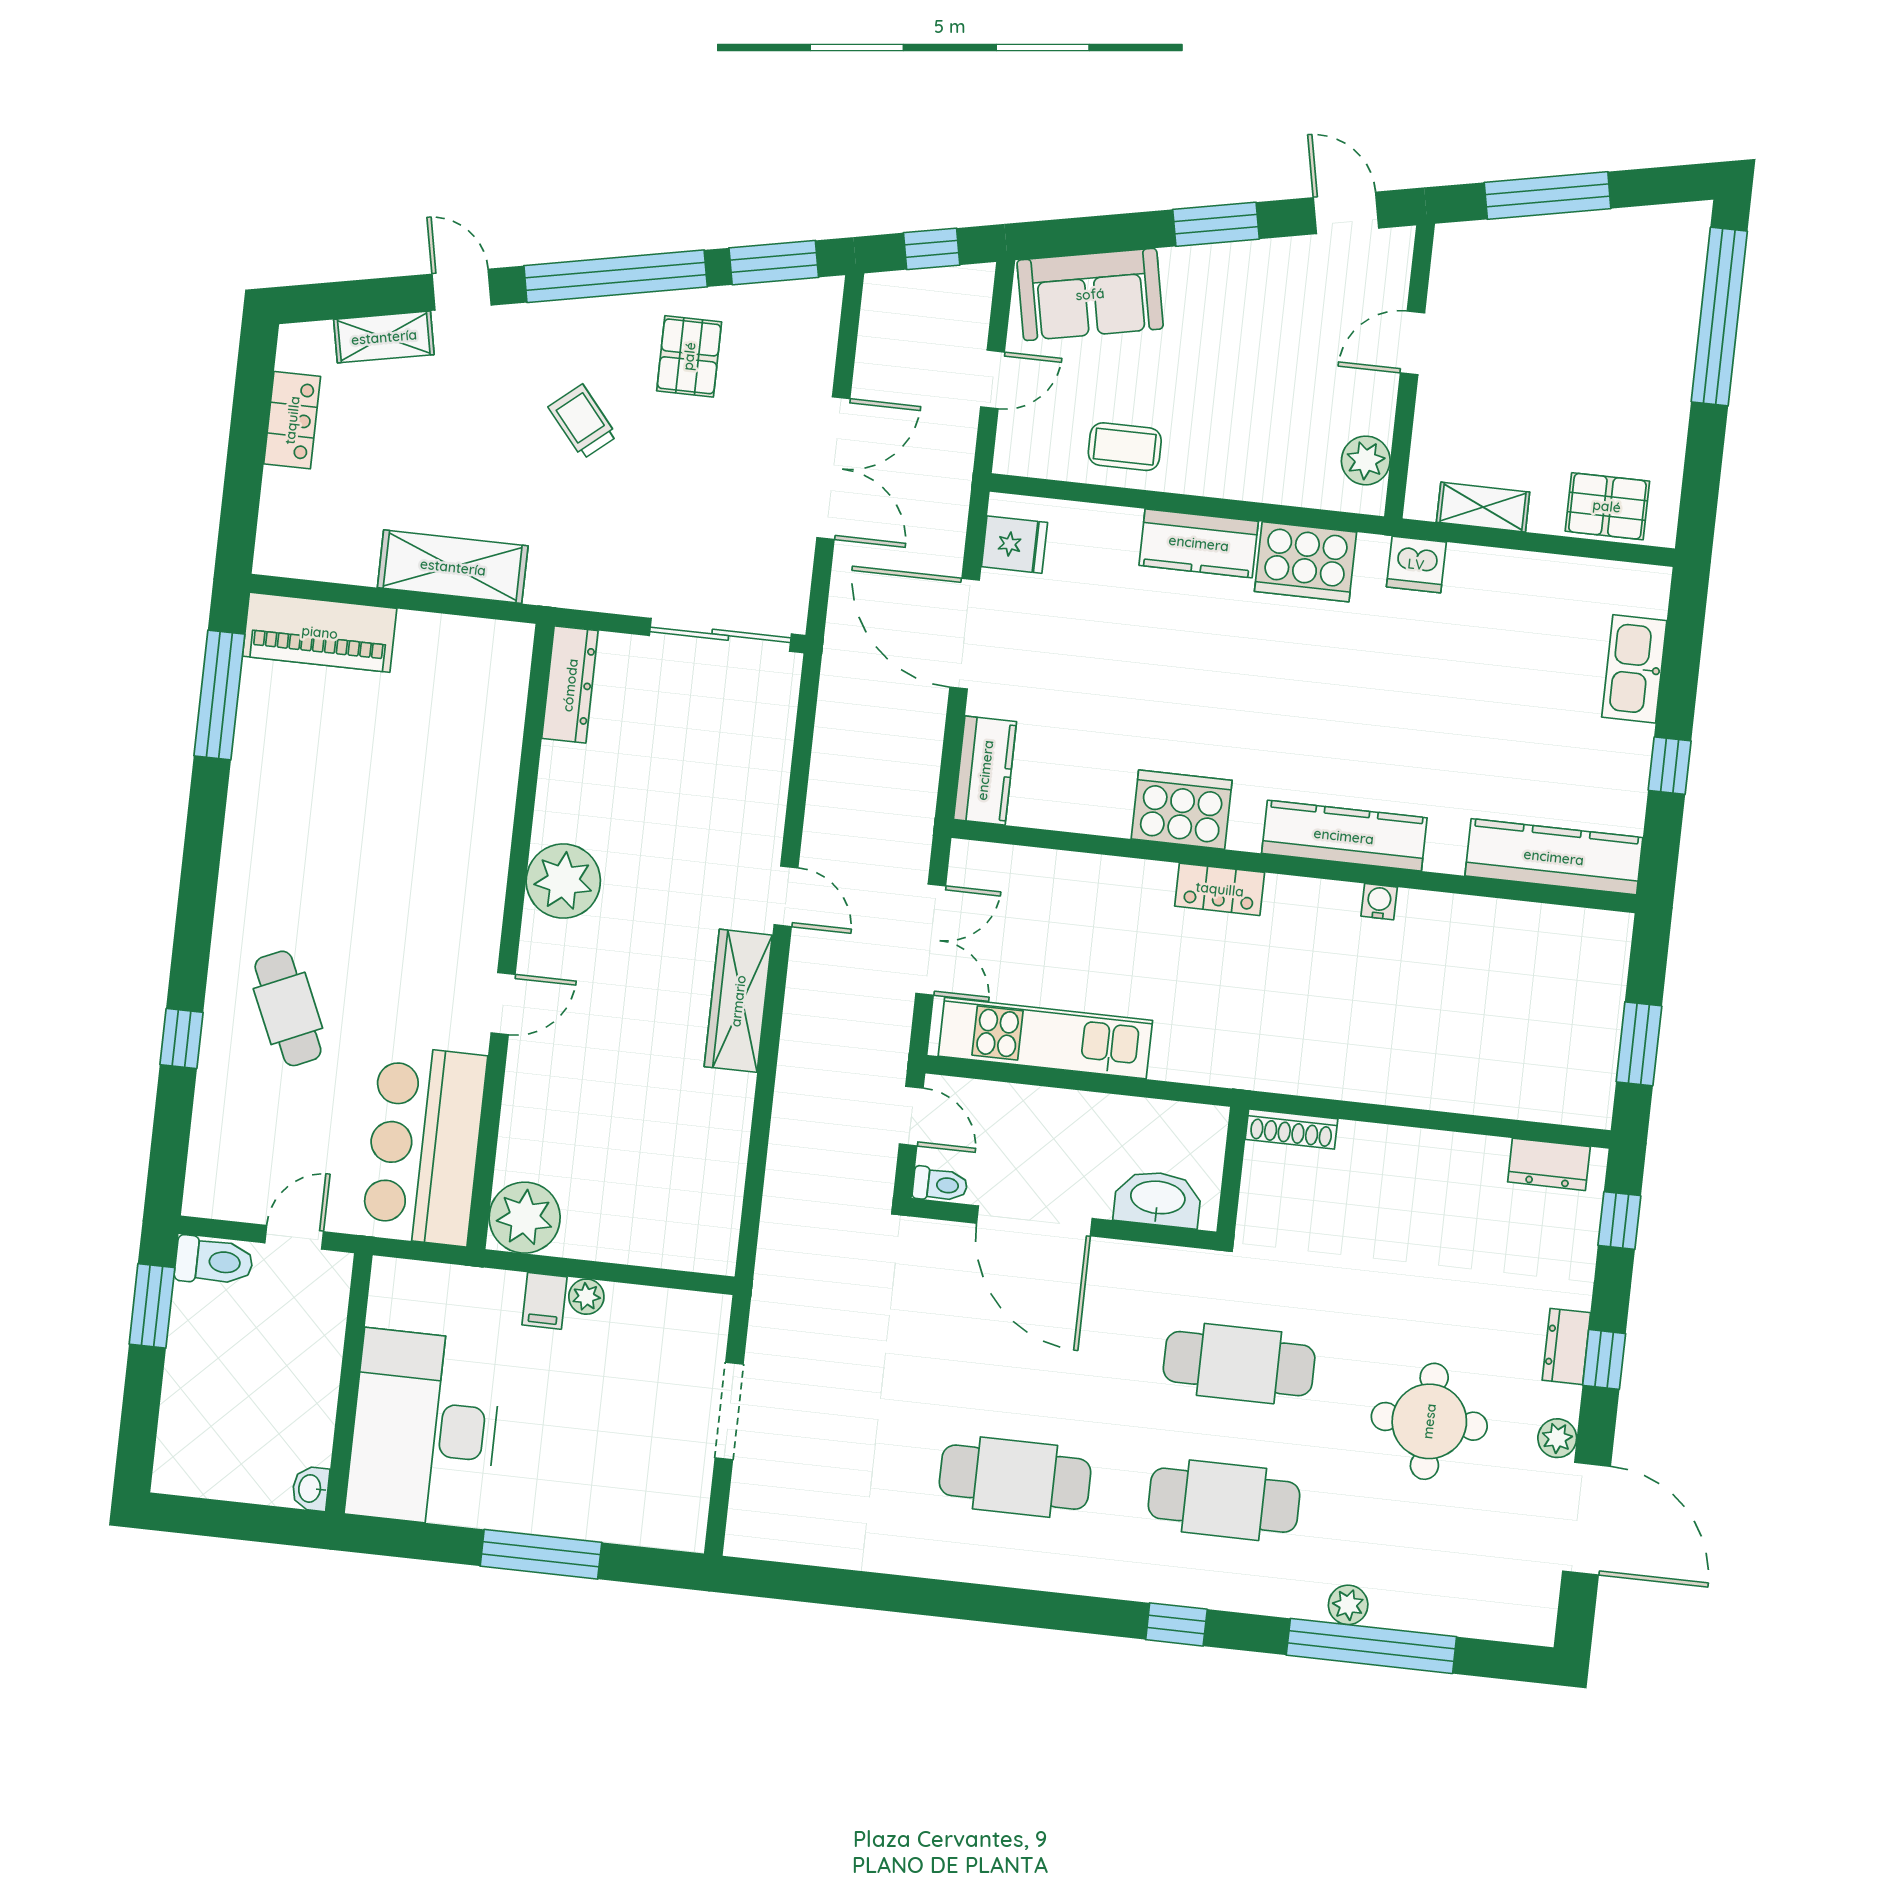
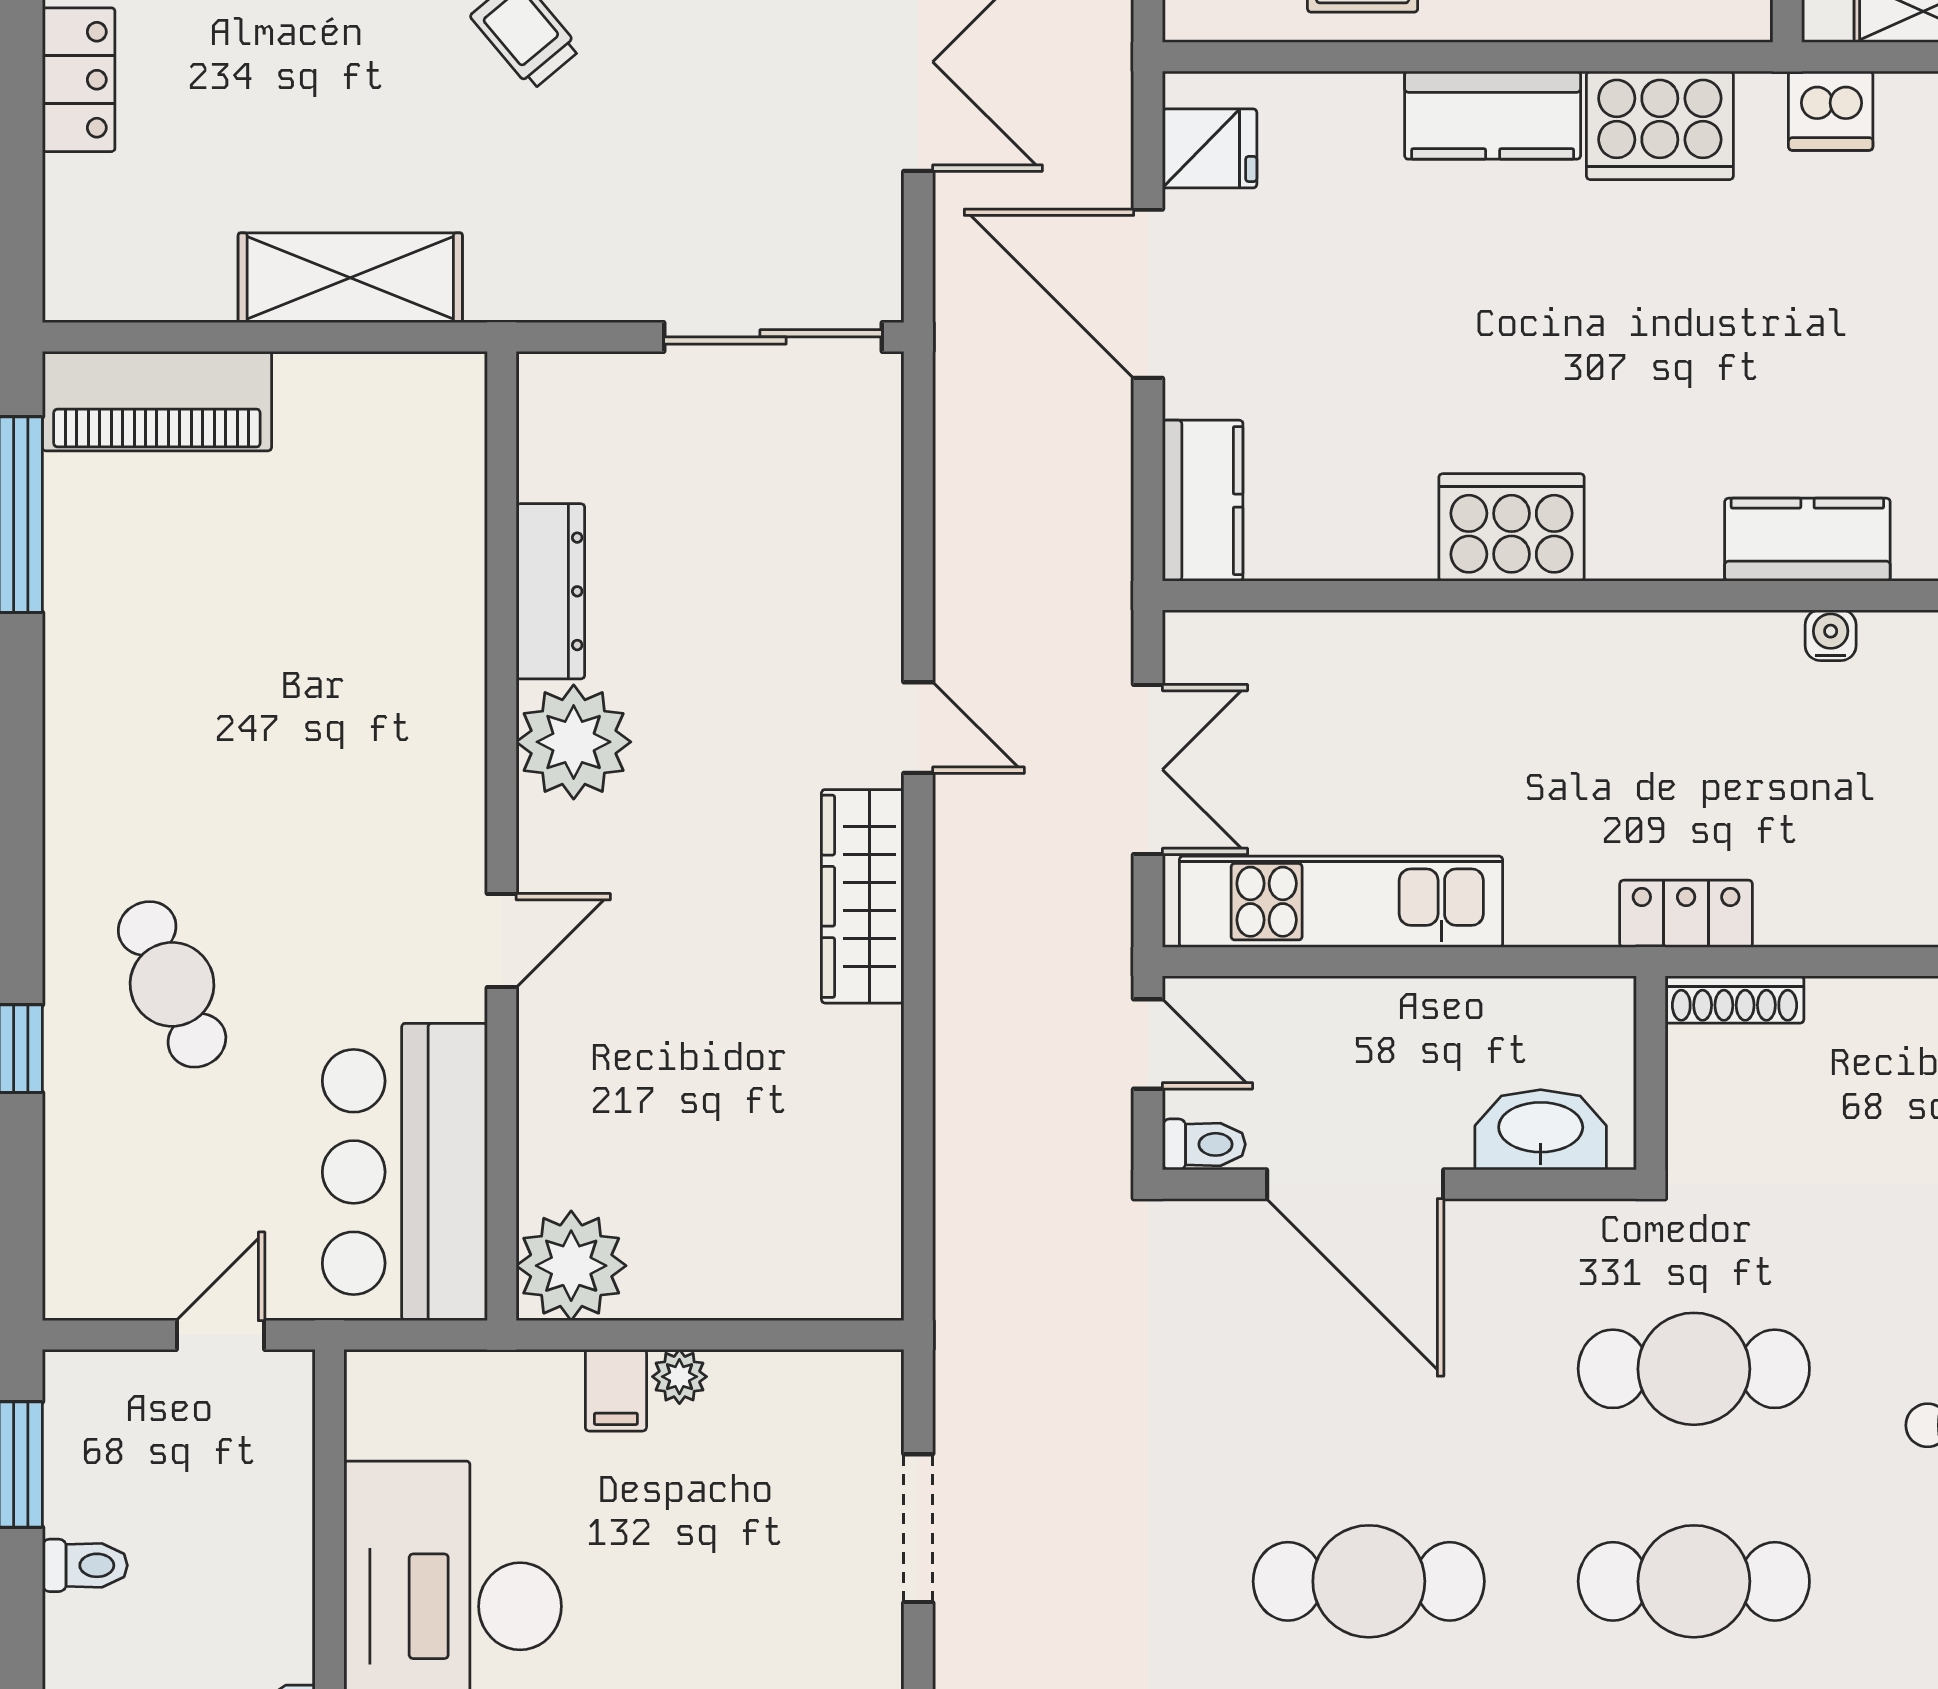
dresser: (570, 685) -> (550, 591), moved
kitchen counter: (1344, 836) -> (1807, 540), width x0.67
locker: (1220, 889) -> (1686, 914), moved, turned 180
toilet: (214, 1261) -> (85, 1565), moved, width x0.73, depth x0.72

